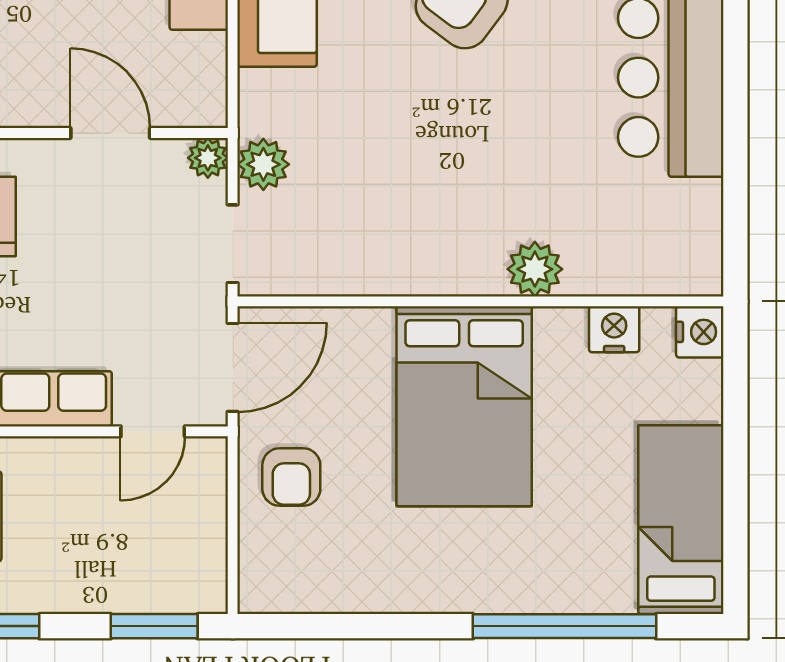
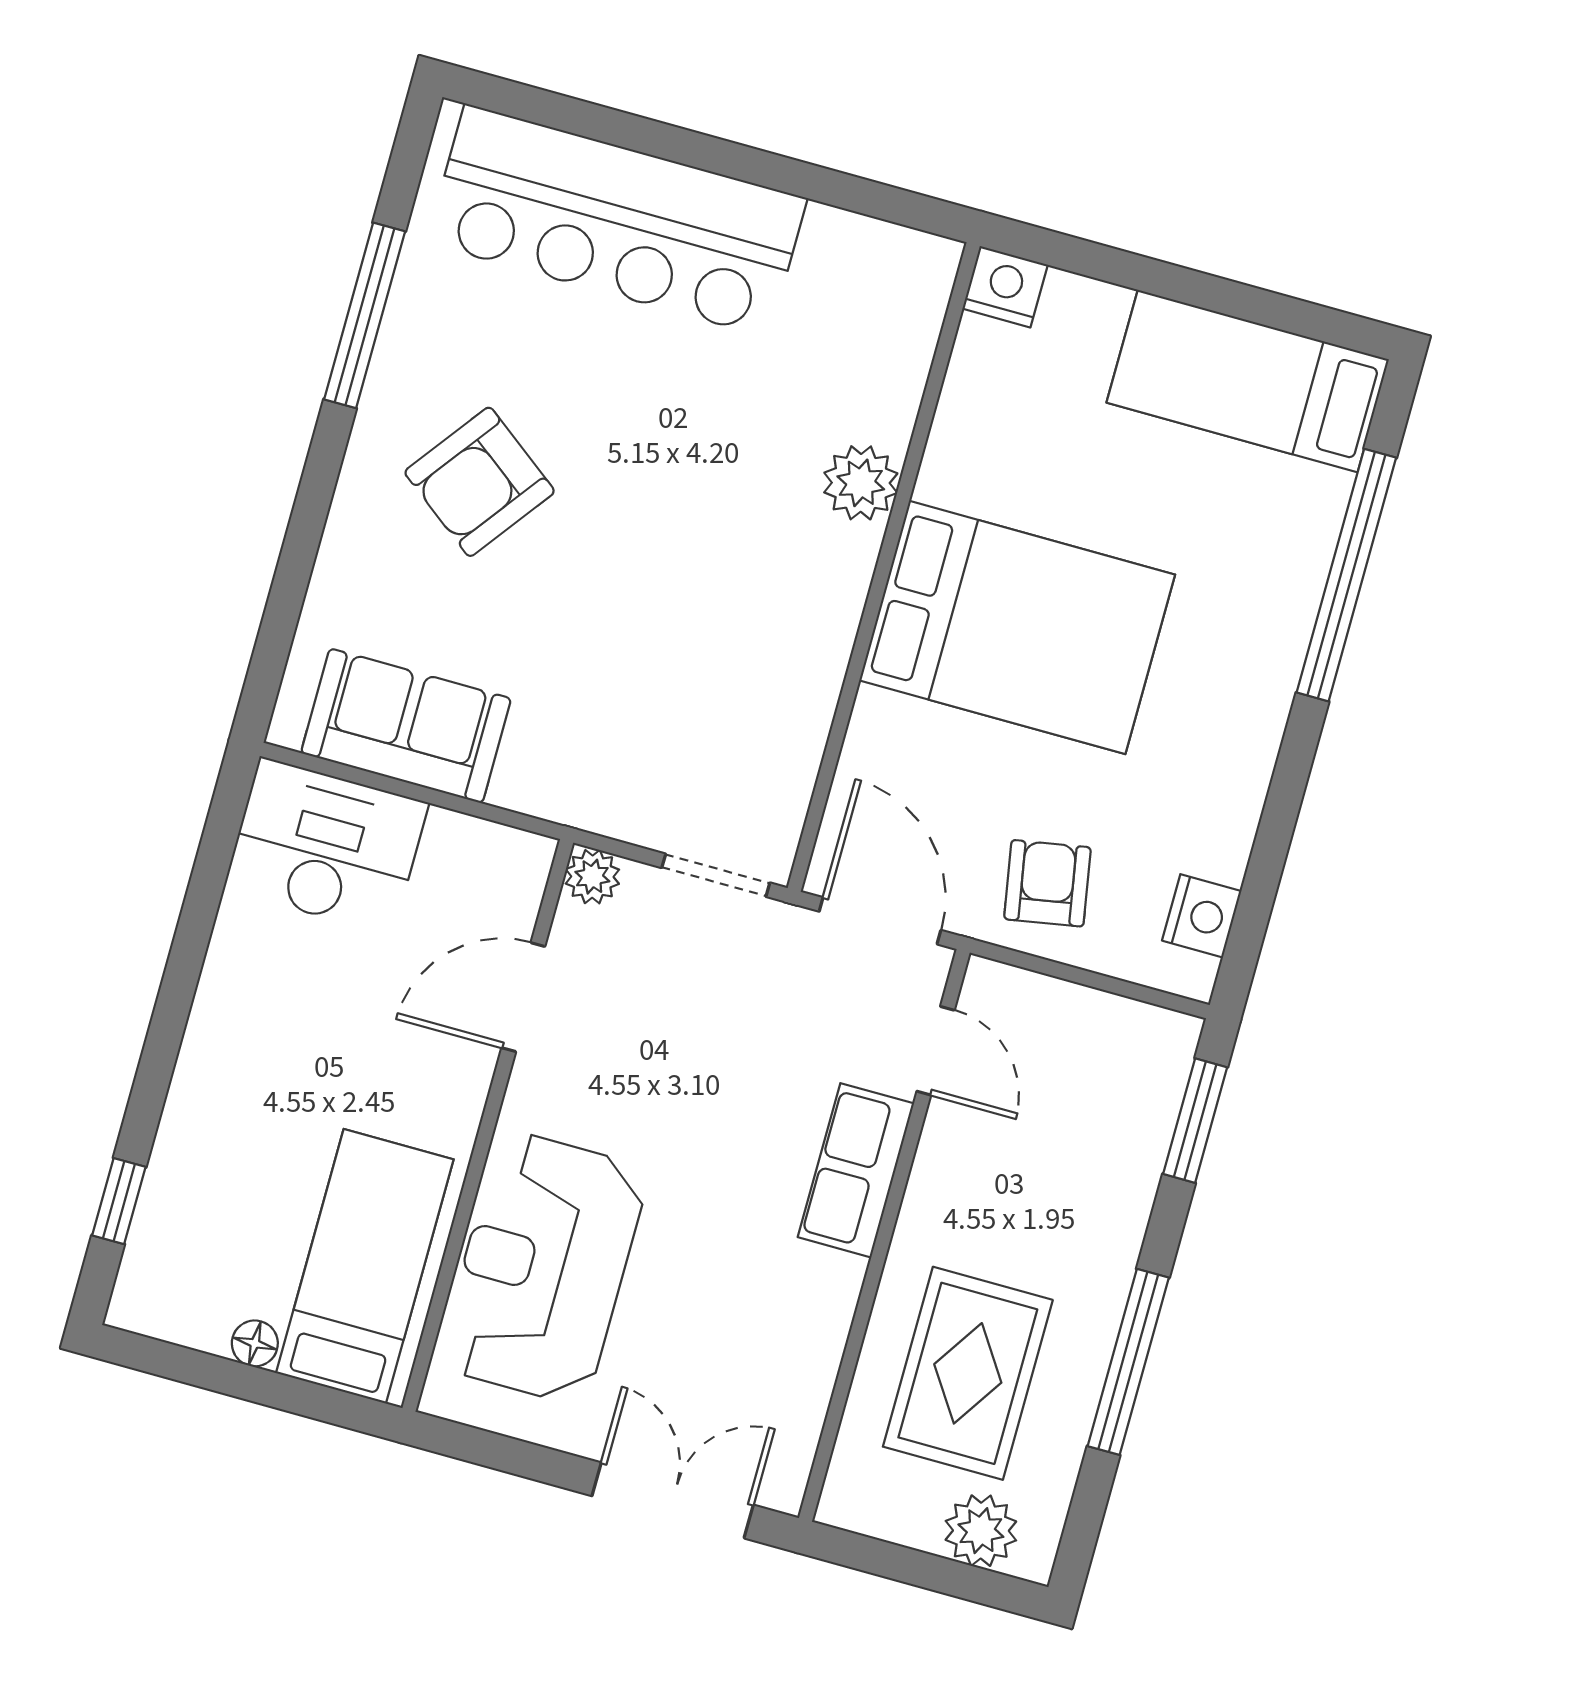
plant: (263, 164) -> (621, 805), removed
nightstand: (614, 329) -> (1202, 916), moved, turned 180
armchair: (291, 477) -> (1047, 883), turned -100

